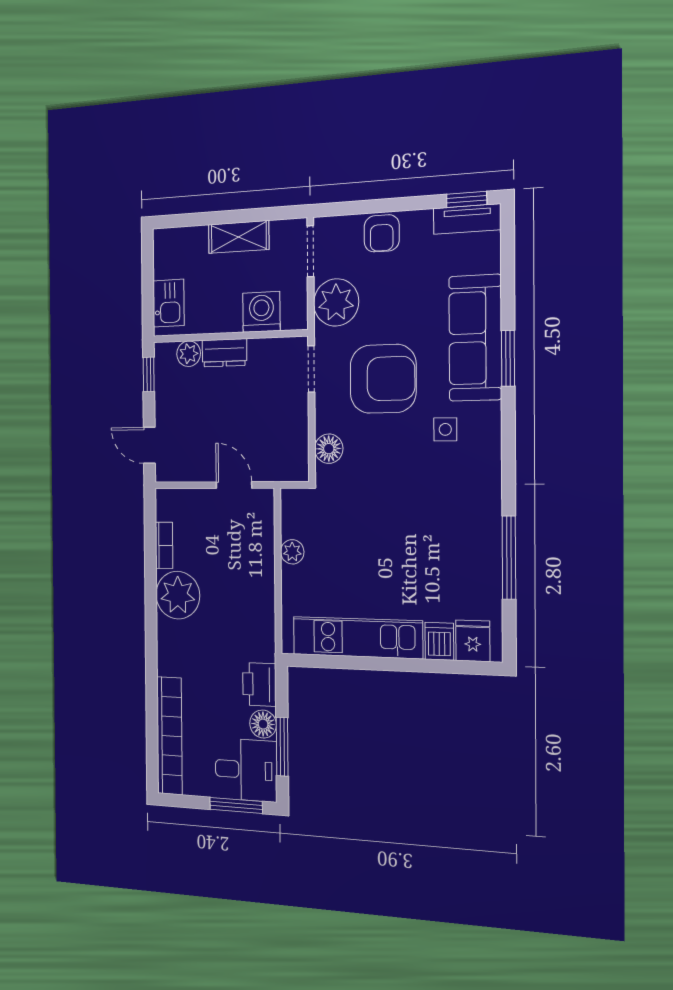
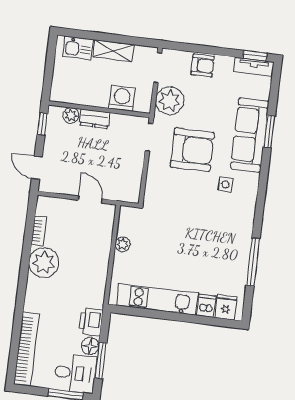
armchair: (382, 233) -> (202, 65), turned -90
kitchen sink: (169, 303) -> (78, 48), moved, turned 90
window: (508, 358) -> (269, 132), moved
floor lamp: (329, 449) -> (154, 186), removed

